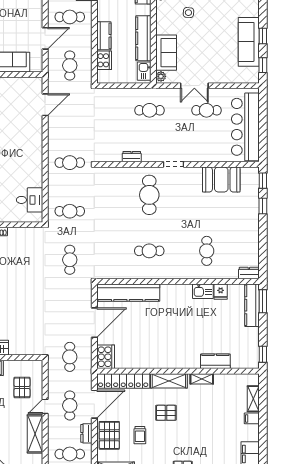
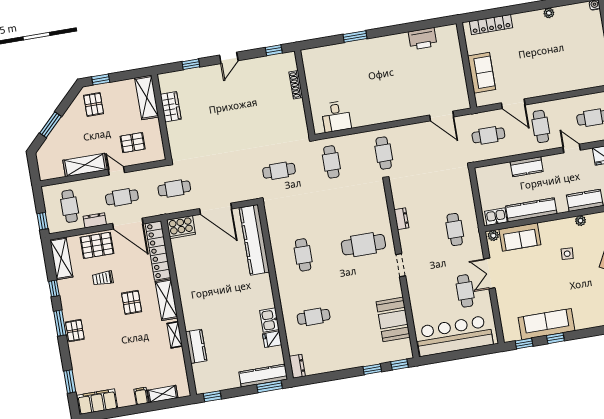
cooker: (104, 60) -> (500, 171), removed

